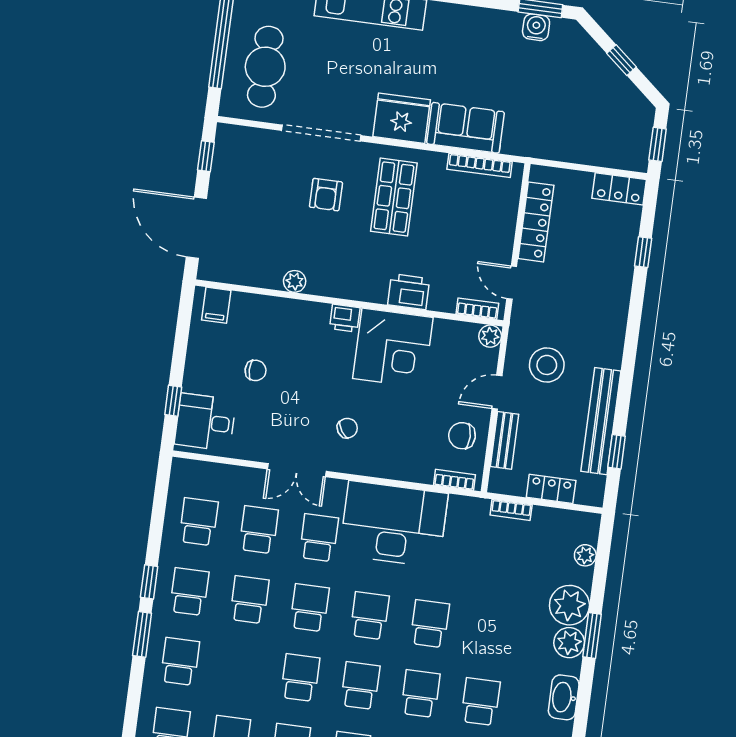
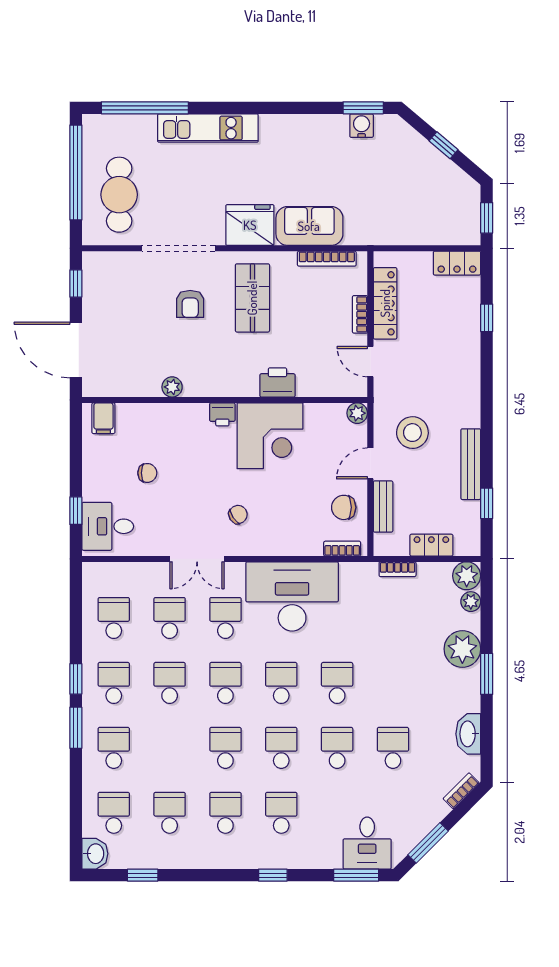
bookcase: (477, 309) -> (360, 314), moved, turned -90
bench: (601, 421) -> (471, 464), width x0.73, depth x0.82
plant: (569, 643) -> (467, 576), moved

